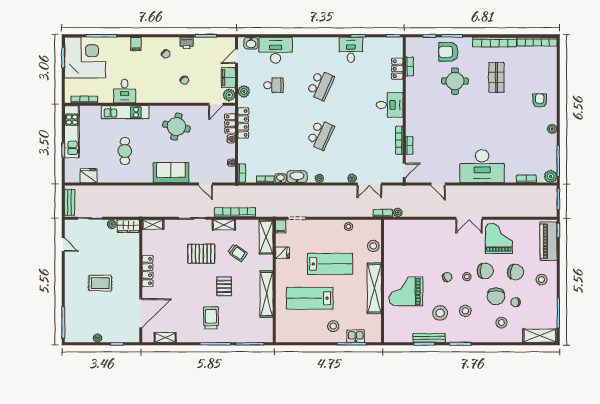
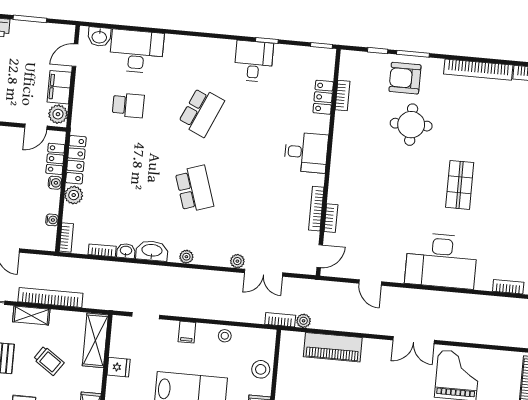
shop shelf: (496, 77) -> (460, 185), moved
plant: (244, 91) -> (74, 195), moved
school desk: (320, 135) -> (194, 189), turned -42
filing cabinet: (281, 226) -> (187, 332), moved
piano: (418, 228) -> (333, 347), added

